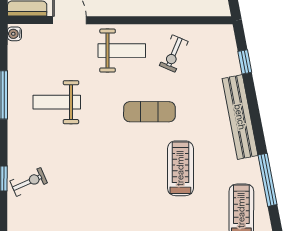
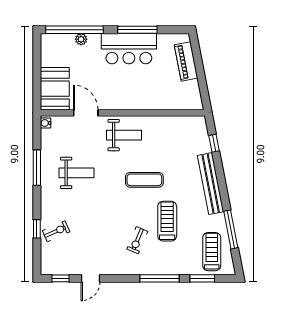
exercise bike: (174, 53) -> (137, 240), moved
weight bench: (57, 102) -> (77, 173), turned 180

